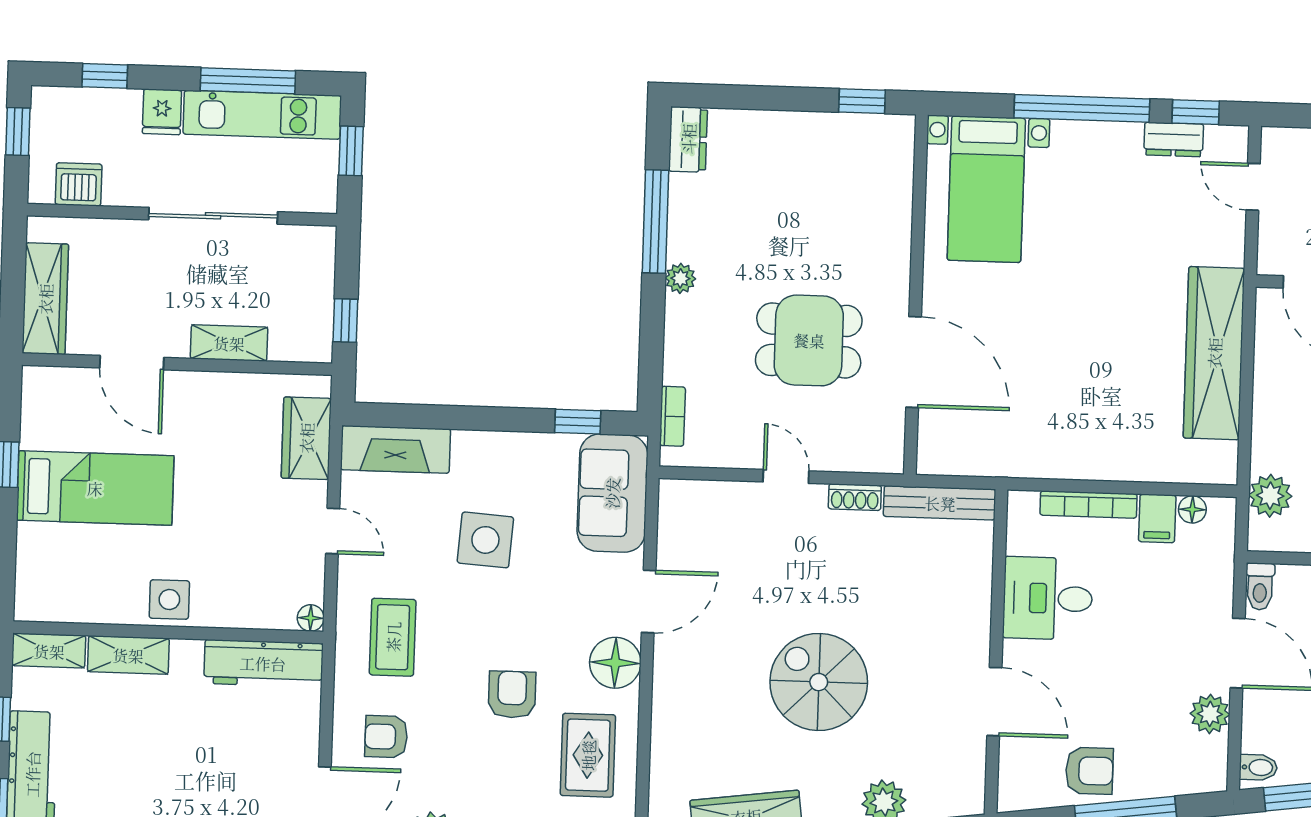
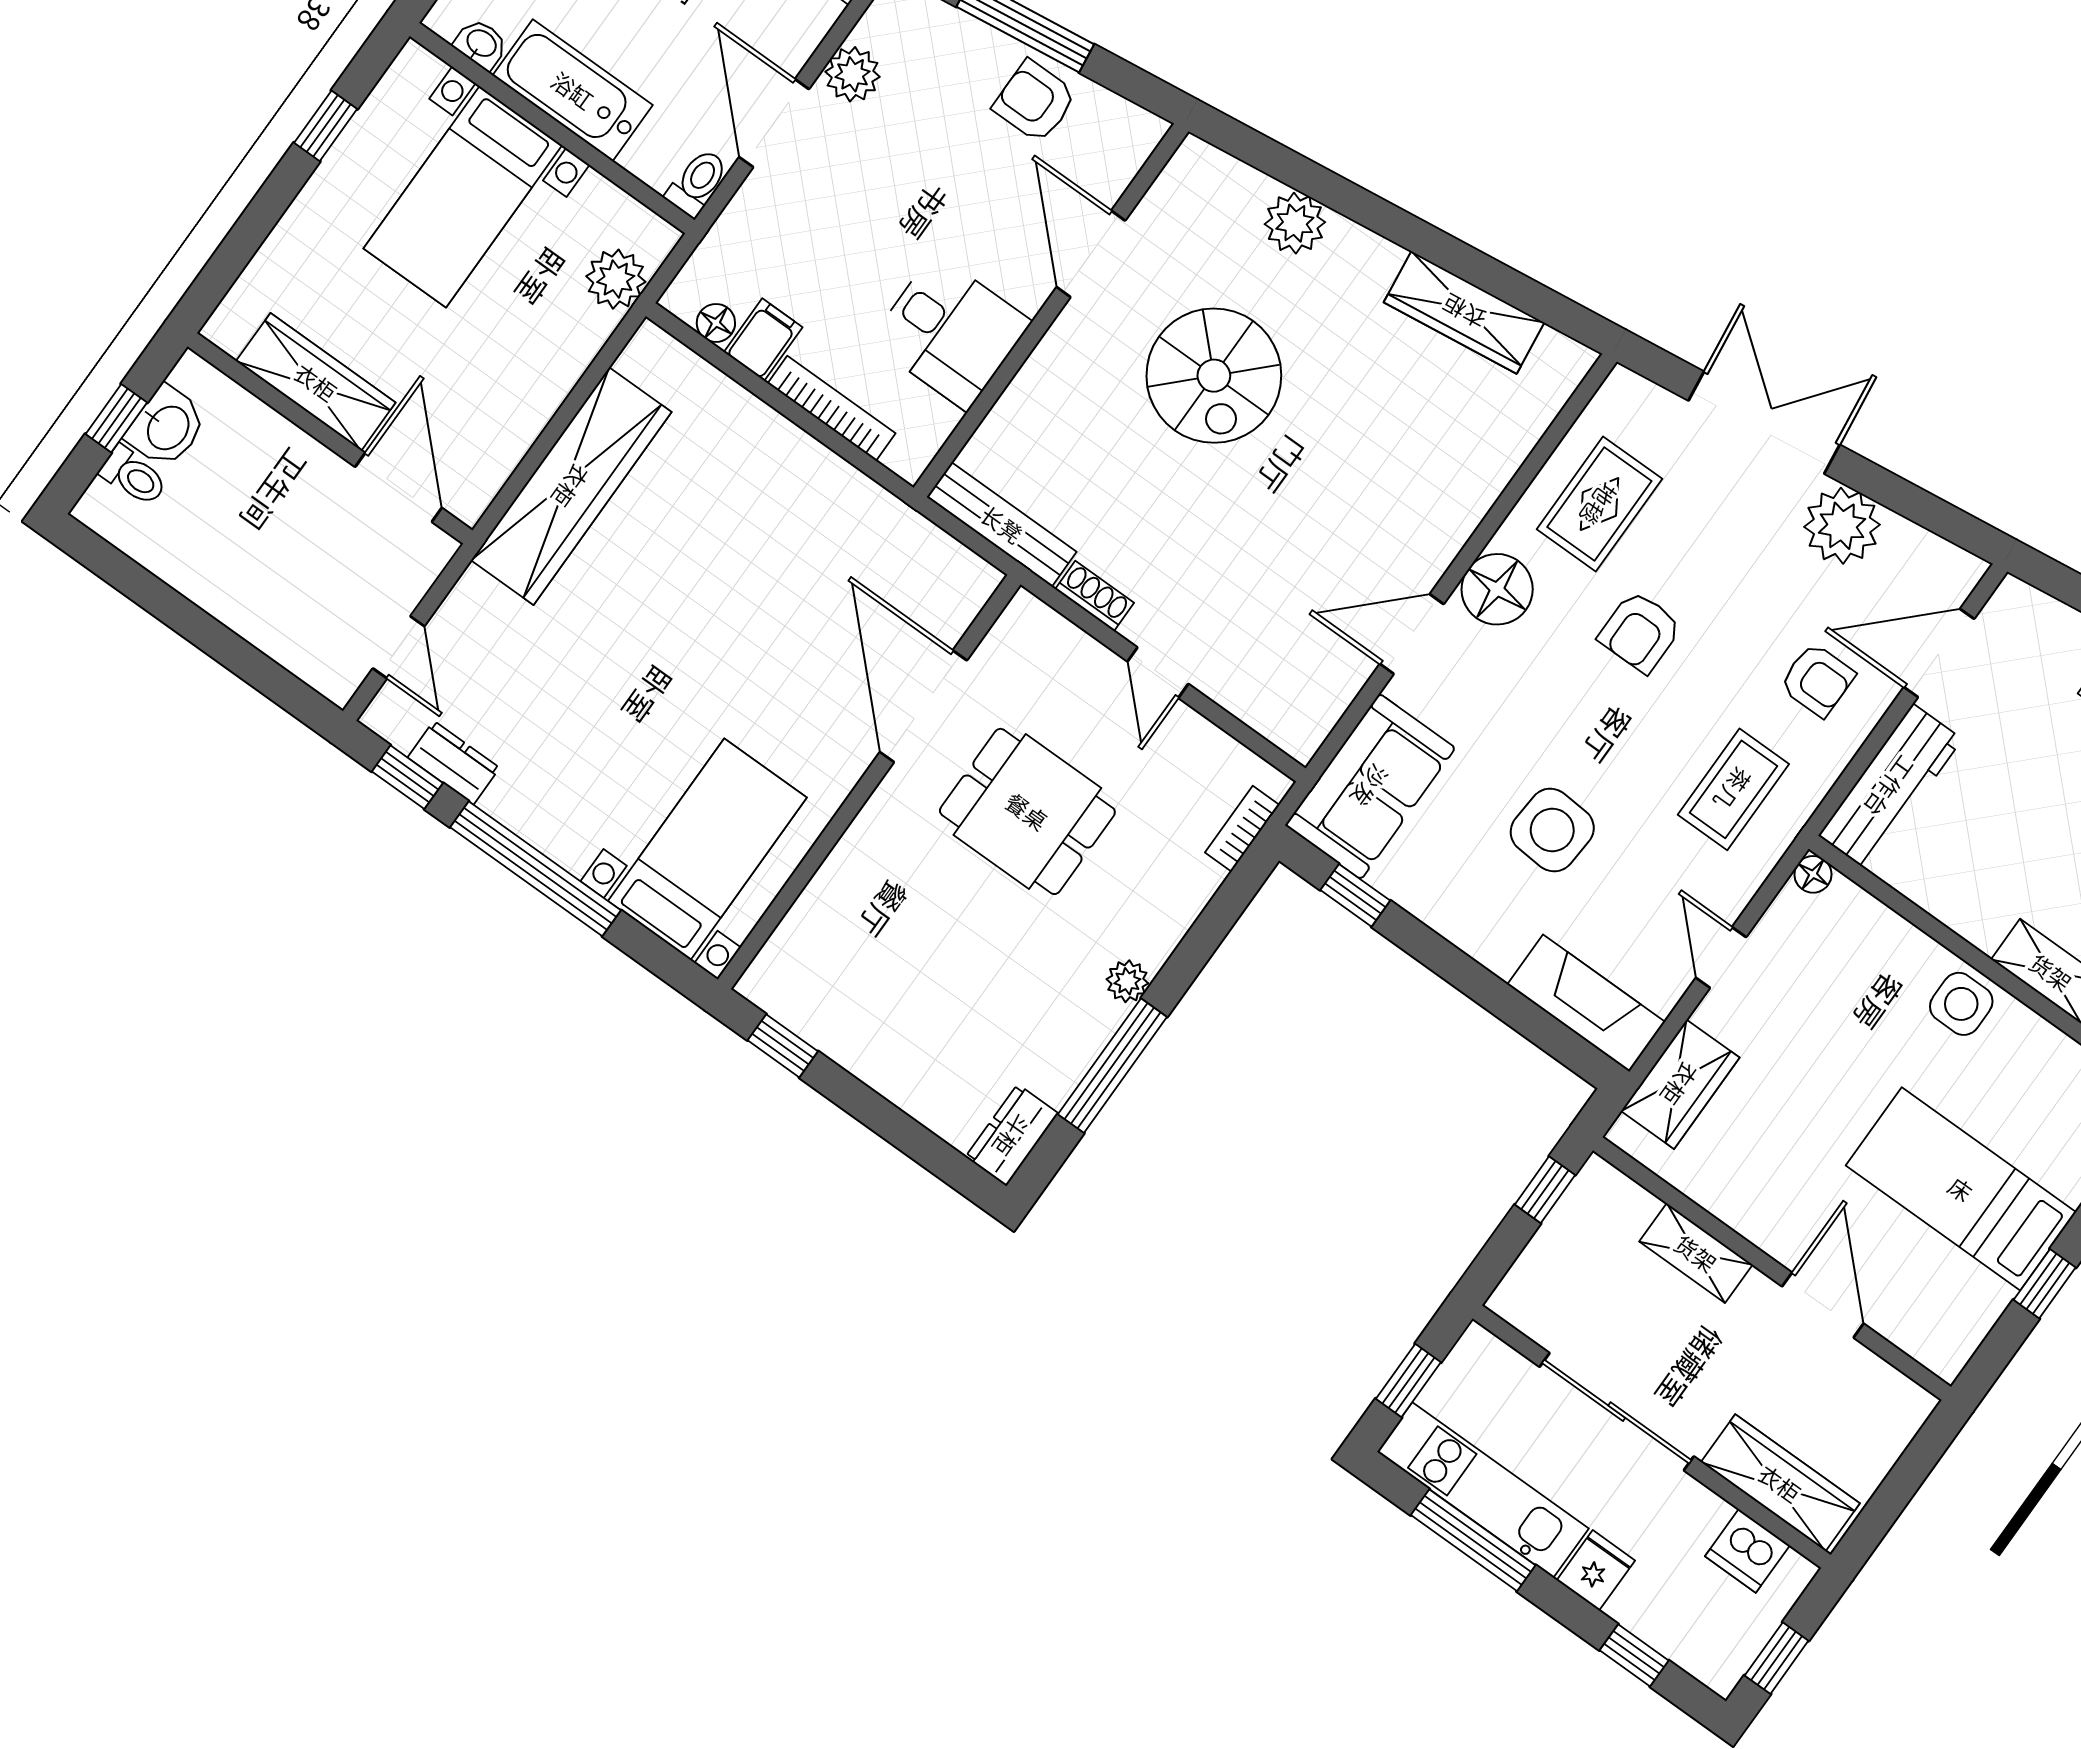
wardrobe: (45, 299) -> (1780, 1483), moved, turned 90
workbench: (263, 663) -> (1890, 787), moved, turned 90
spiral stairs: (819, 682) -> (1214, 376), moved

